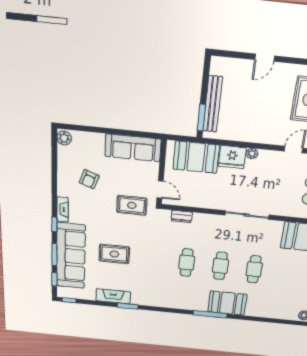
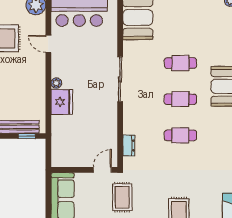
window: (201, 118) -> (27, 136), width x0.67
booth: (196, 157) -> (66, 137), removed

